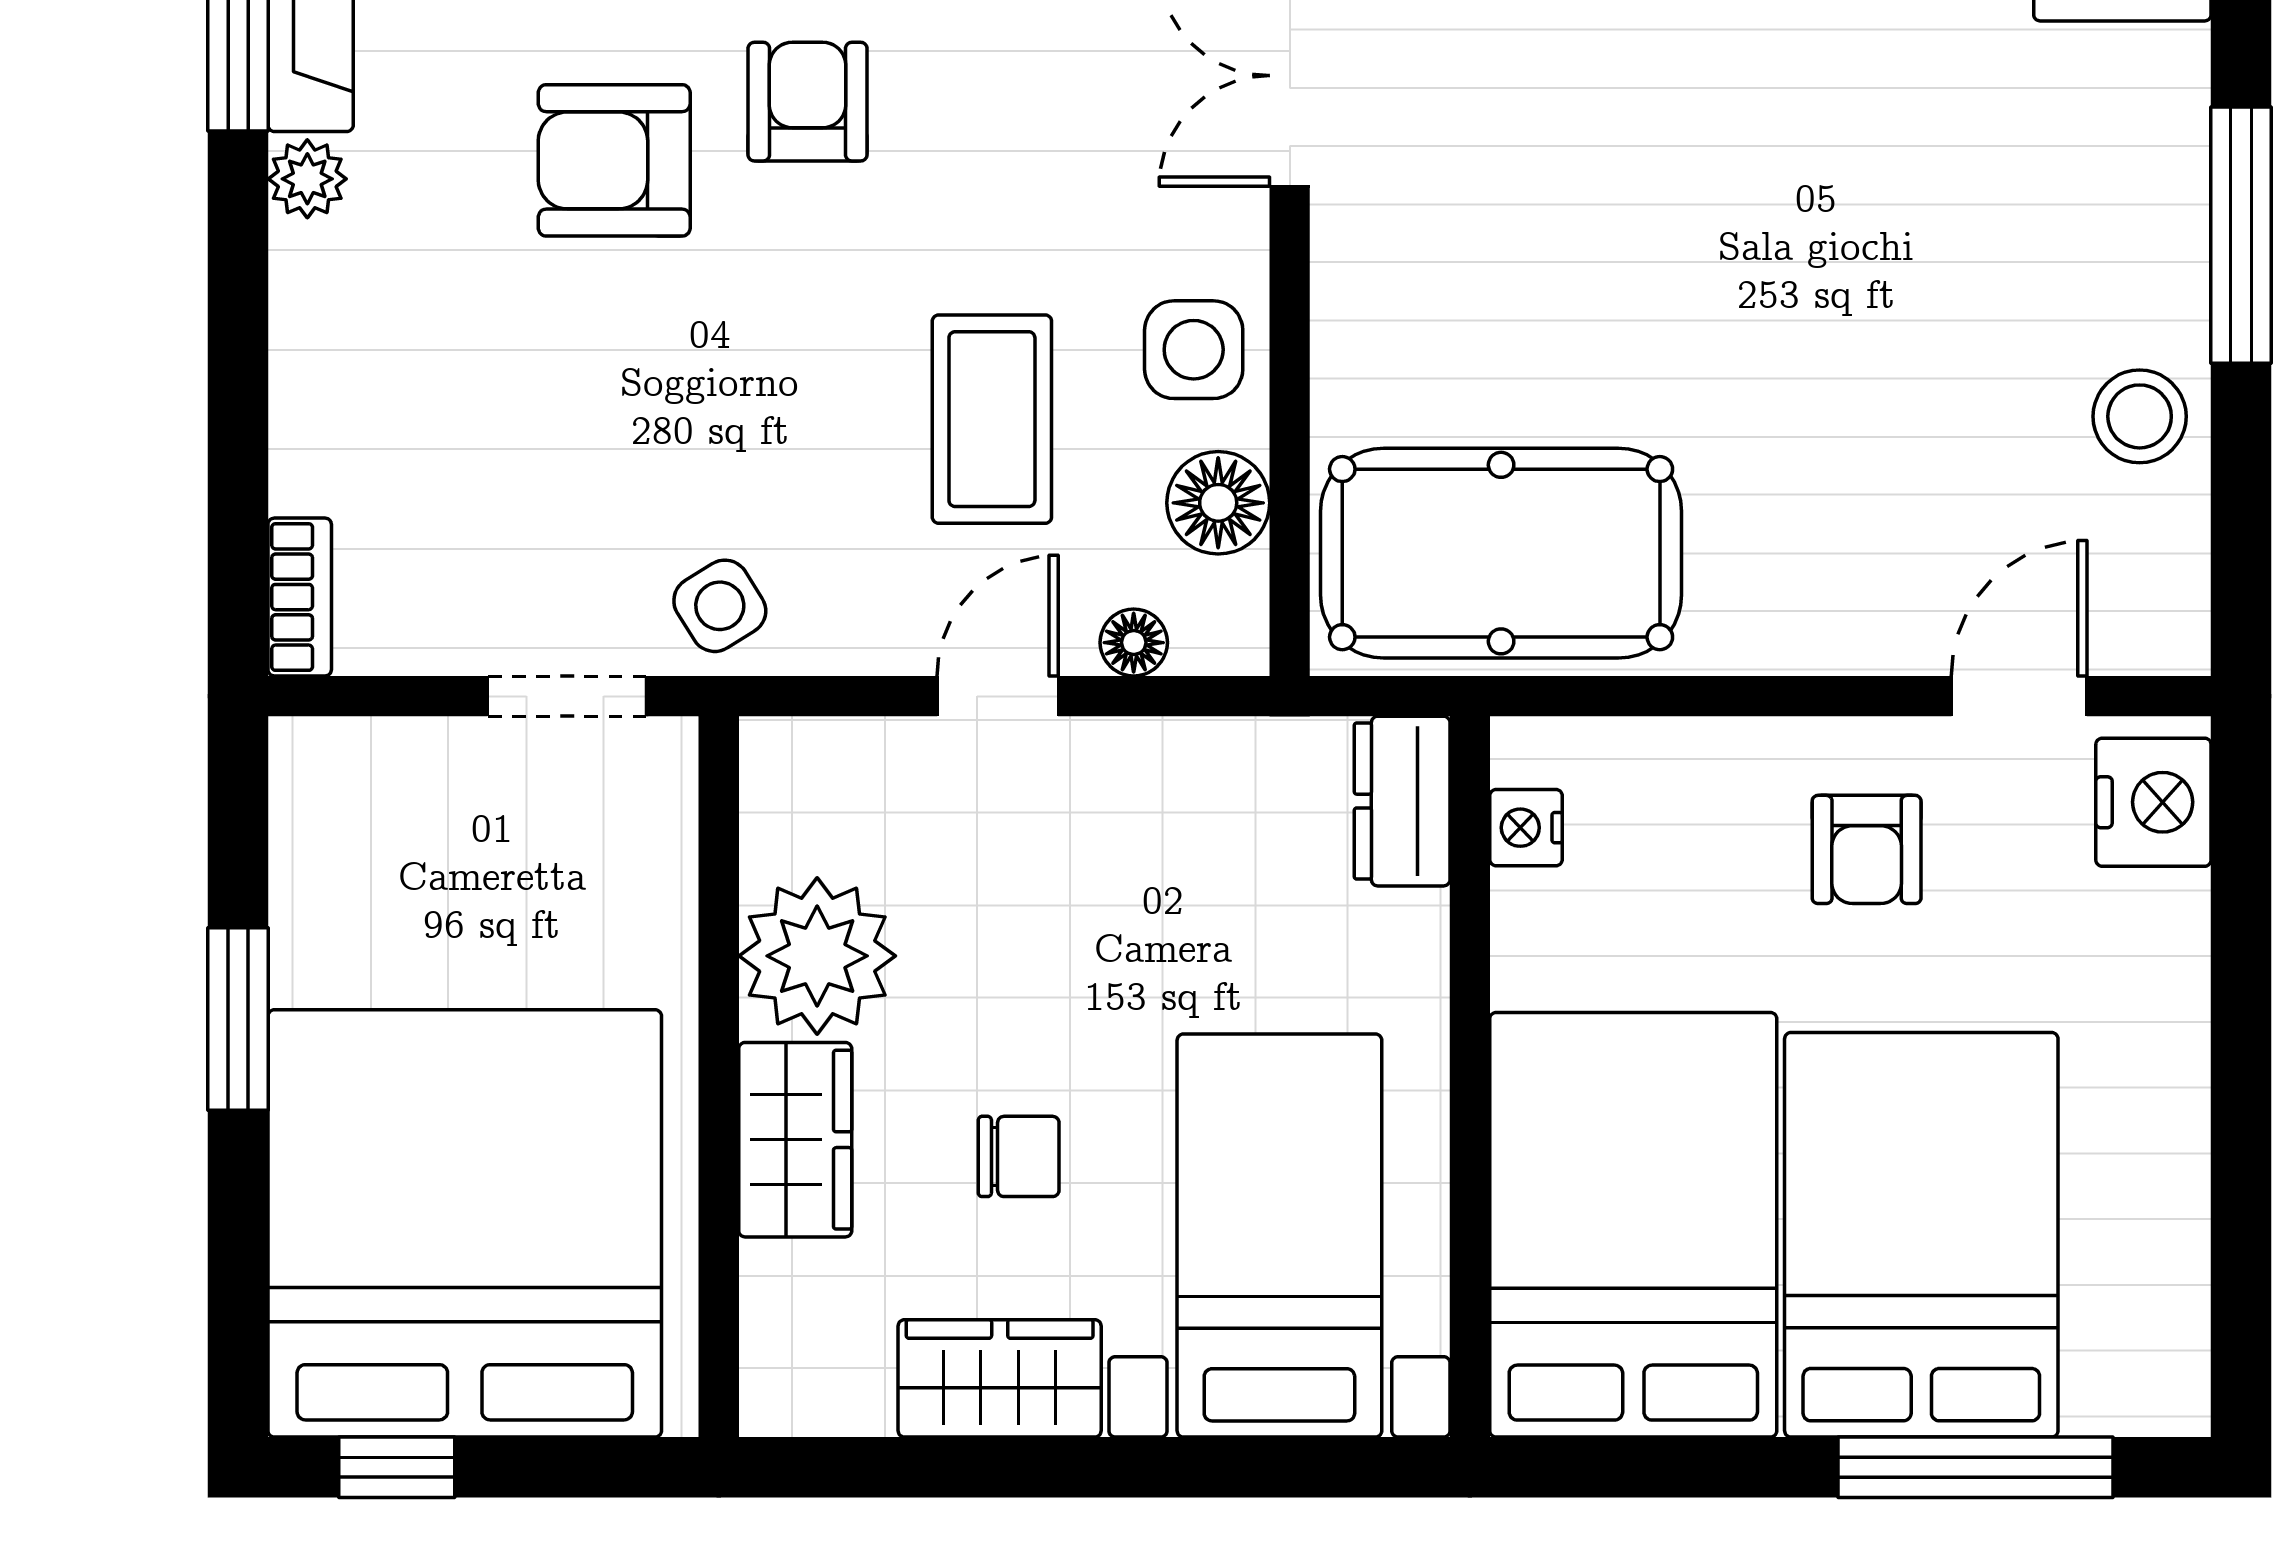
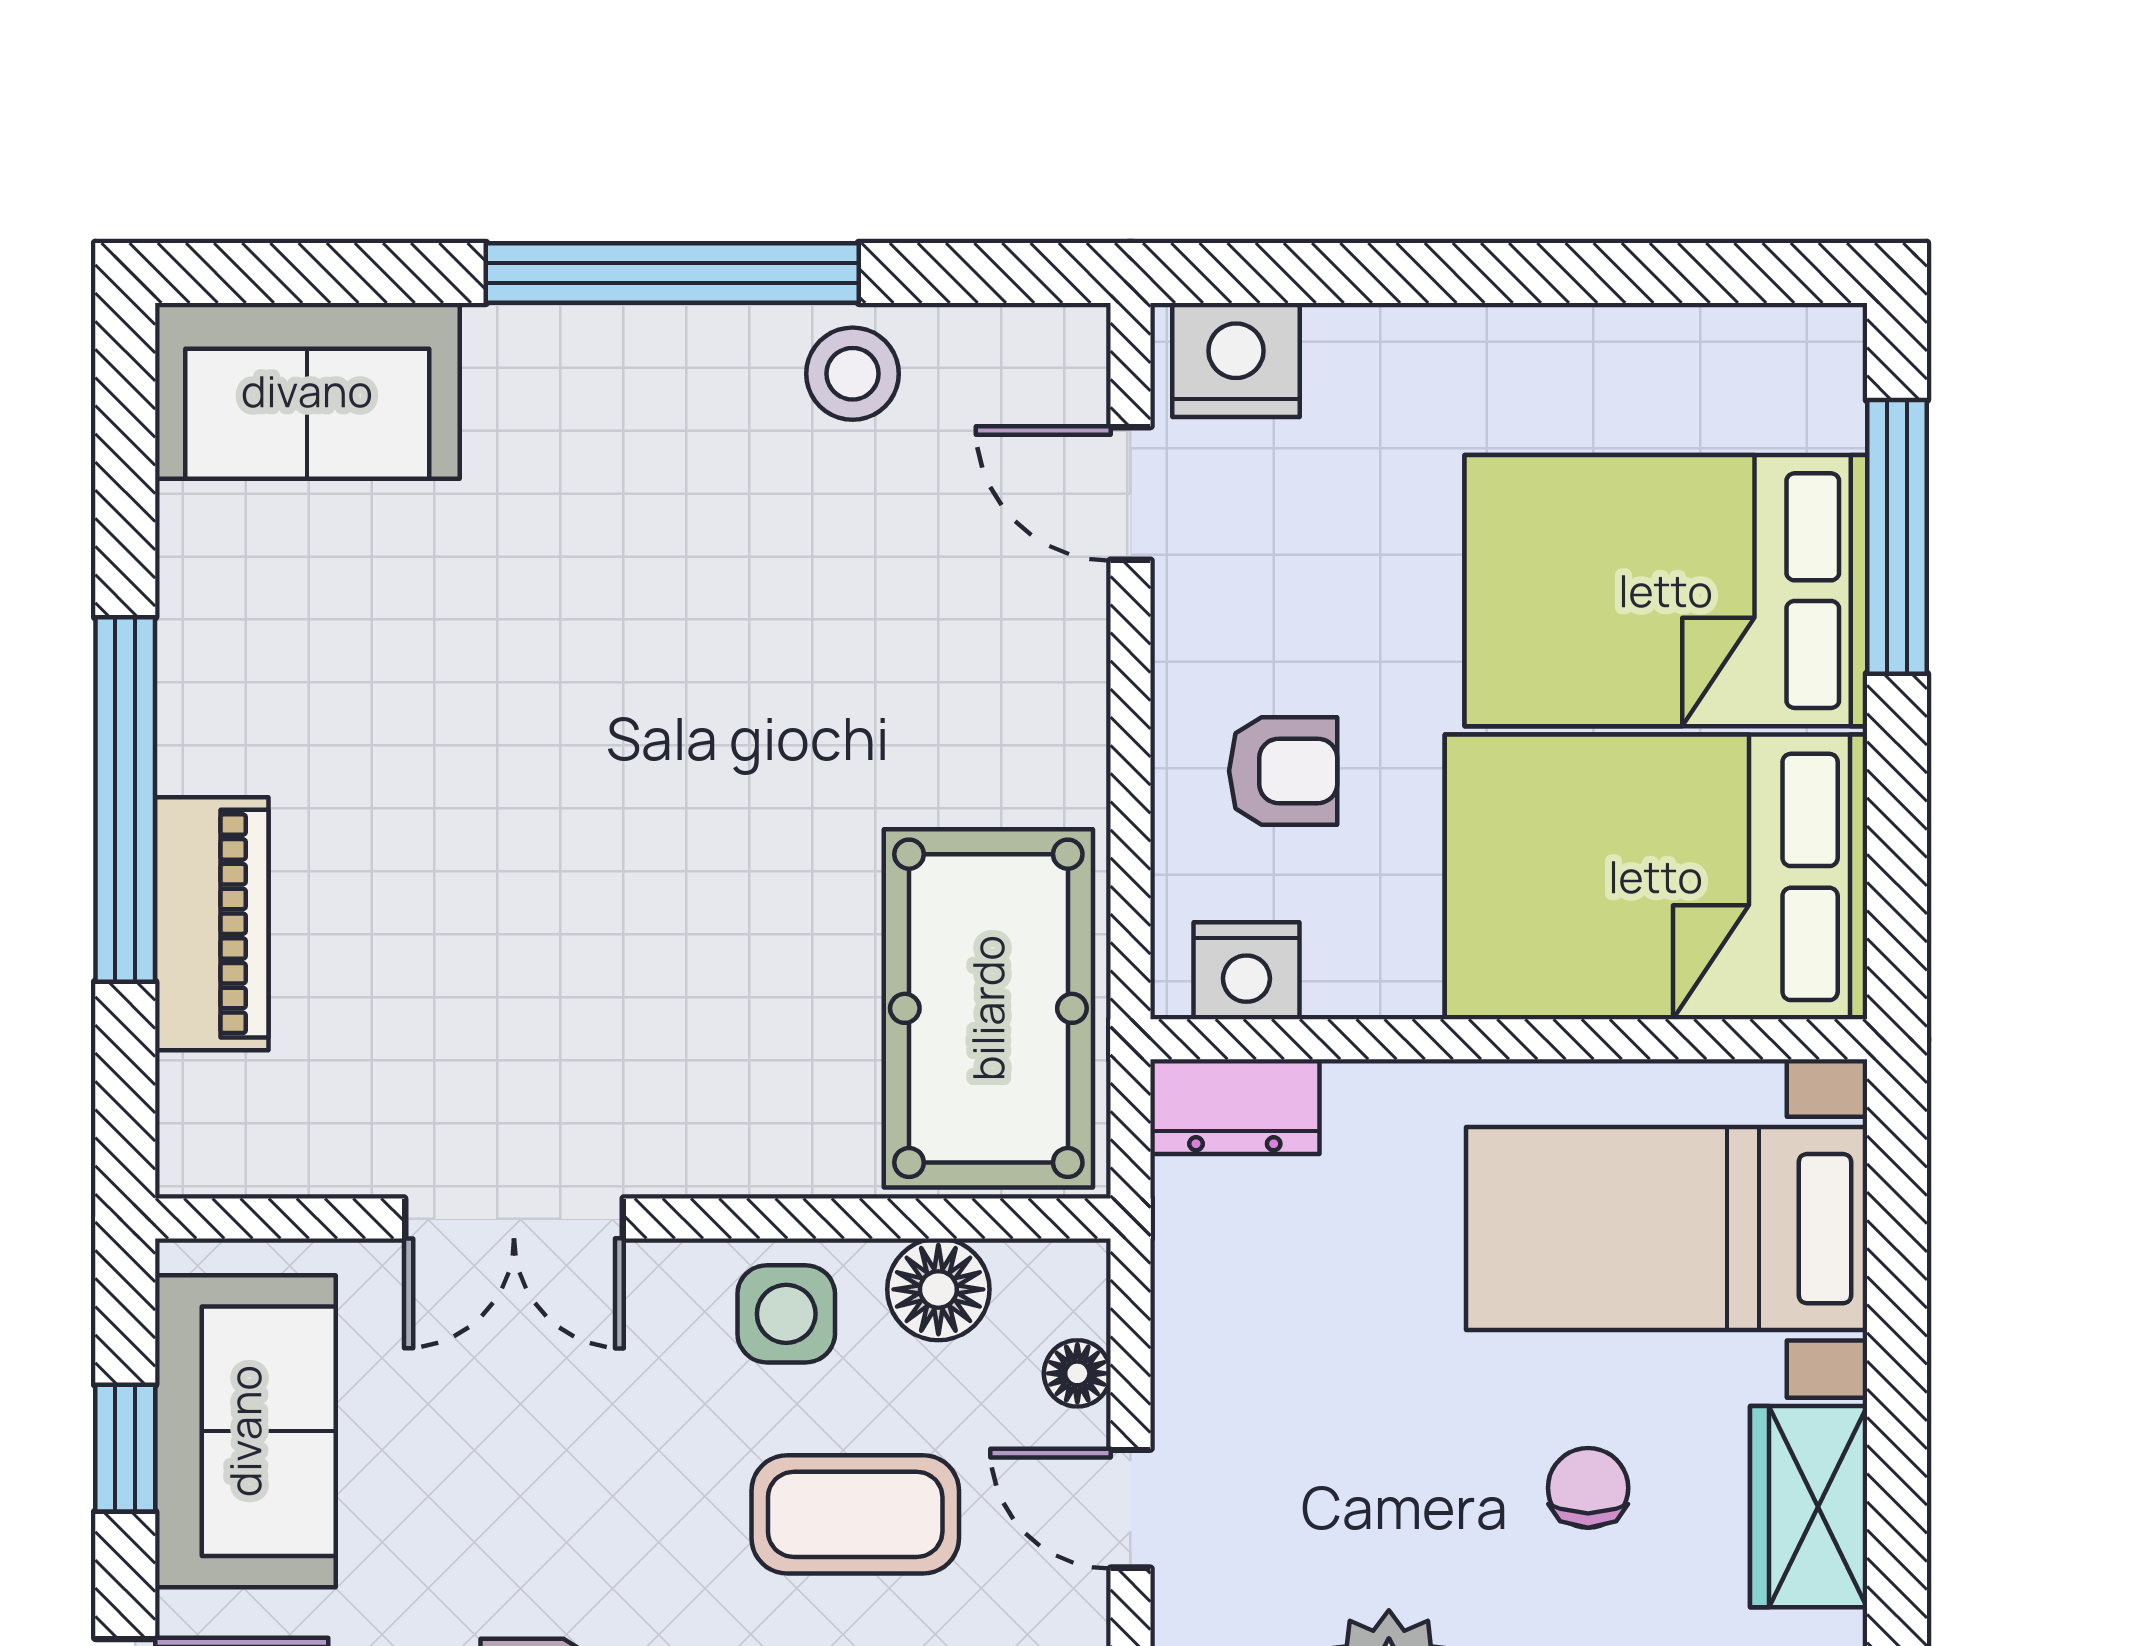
window: (2241, 235) -> (672, 273), width x1.46
nightstand: (1526, 828) -> (1246, 971), width x1.39, depth x1.35
armchair: (1867, 849) -> (1283, 771), moved

